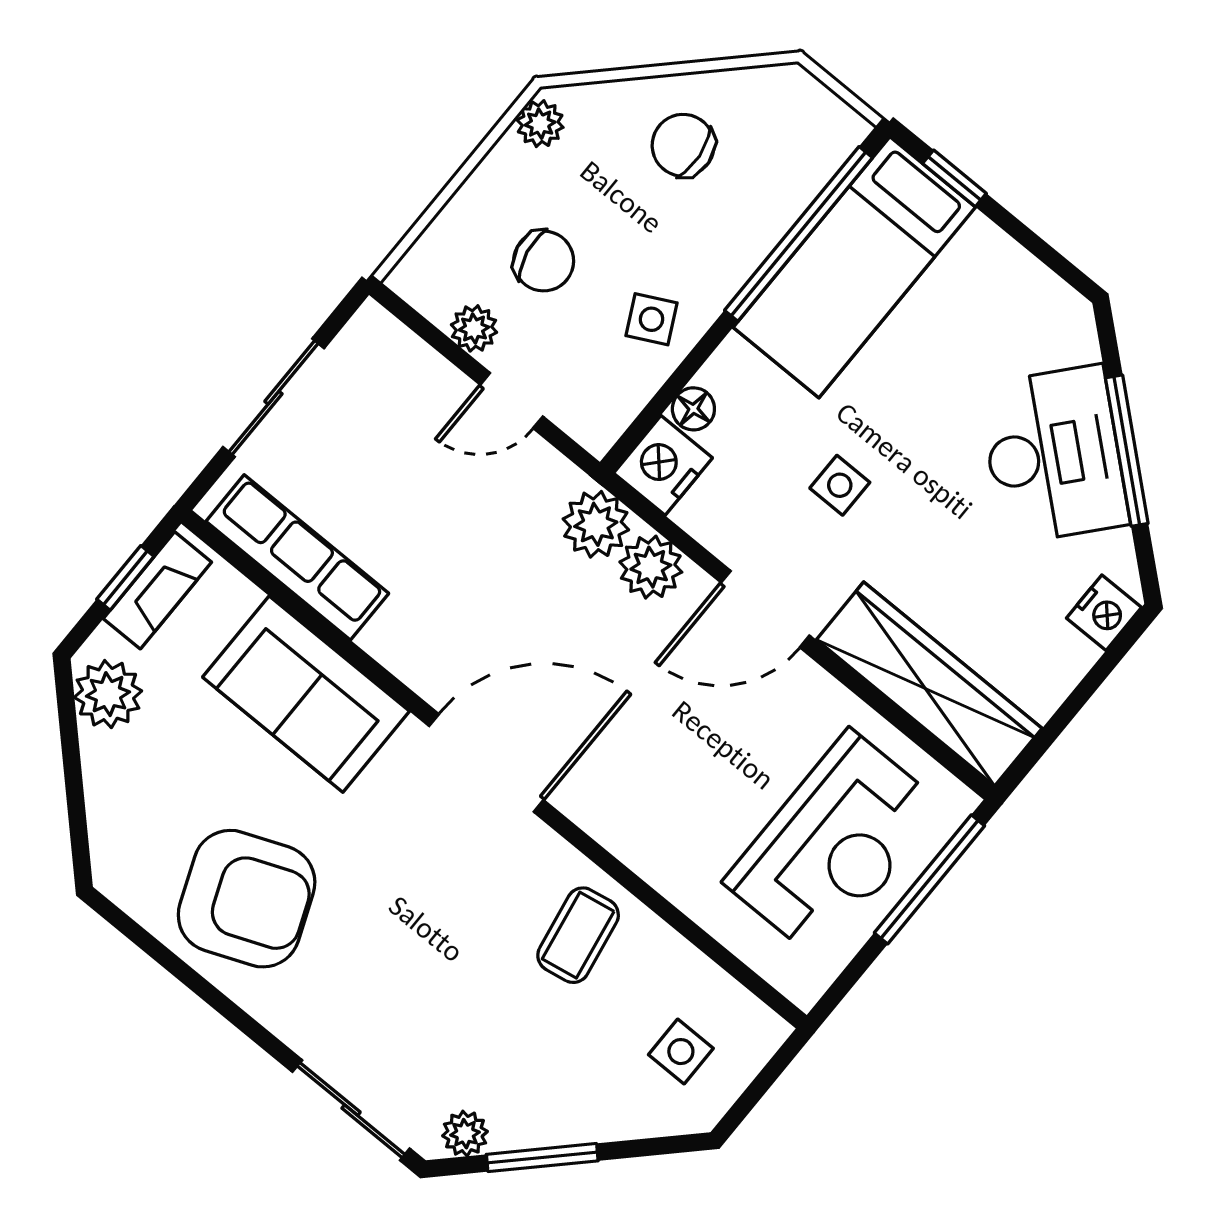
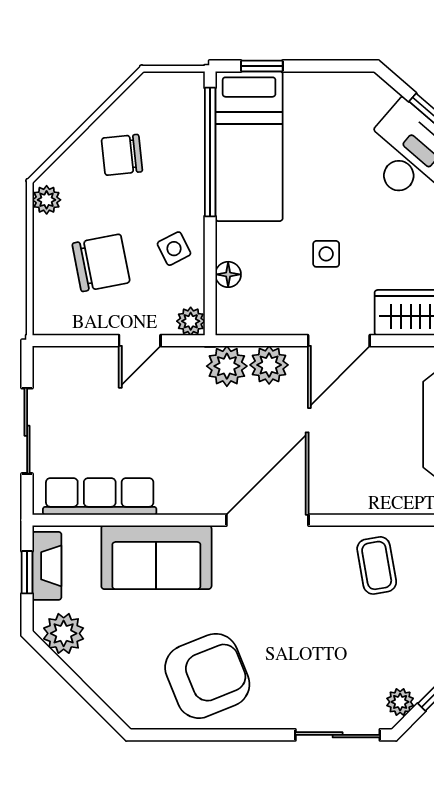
chair: (544, 261) -> (101, 263), width x1.37, depth x1.37
plant: (474, 328) -> (191, 321), moved
nightstand: (663, 465) -> (236, 313), removed

